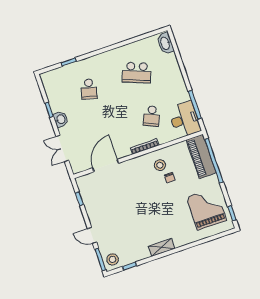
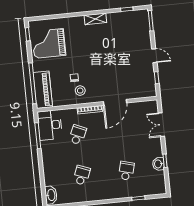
school desk: (137, 73) -> (82, 175), width x0.54
washbasin: (61, 119) -> (158, 164), moved
double door: (62, 148) -> (161, 125), swing flipped
door: (106, 166) -> (115, 102), moved
grand piano: (206, 209) -> (49, 43), turned 90
door: (92, 235) -> (154, 56), moved
stool: (112, 259) -> (140, 19), removed

